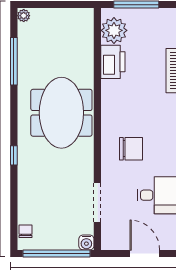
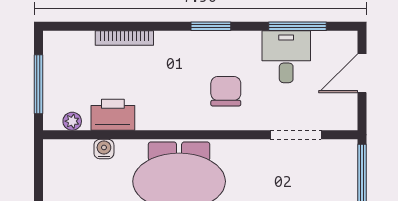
plant: (114, 30) -> (72, 121), width x0.53, depth x0.53
water cooler: (86, 242) -> (104, 149), moved, turned -90

